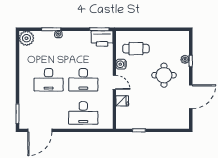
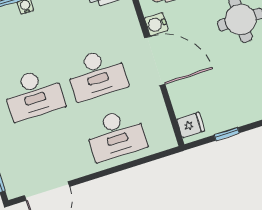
door: (114, 82) -> (155, 61), width x1.88
fridge: (122, 101) -> (191, 125), moved

